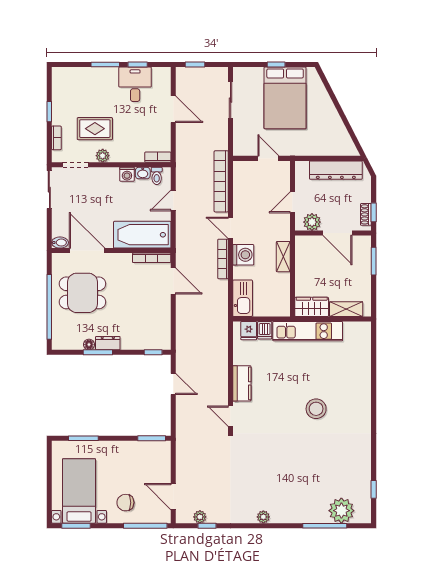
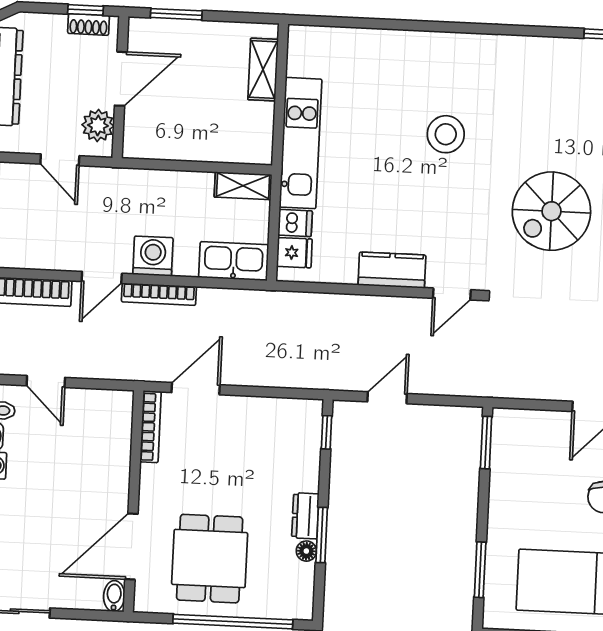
bathtub: (142, 235) -> (107, 442), removed
shelving: (283, 257) -> (243, 186), moved
wardrobe: (312, 307) -> (256, 134), removed
spiral stairs: (277, 467) -> (551, 211), added

